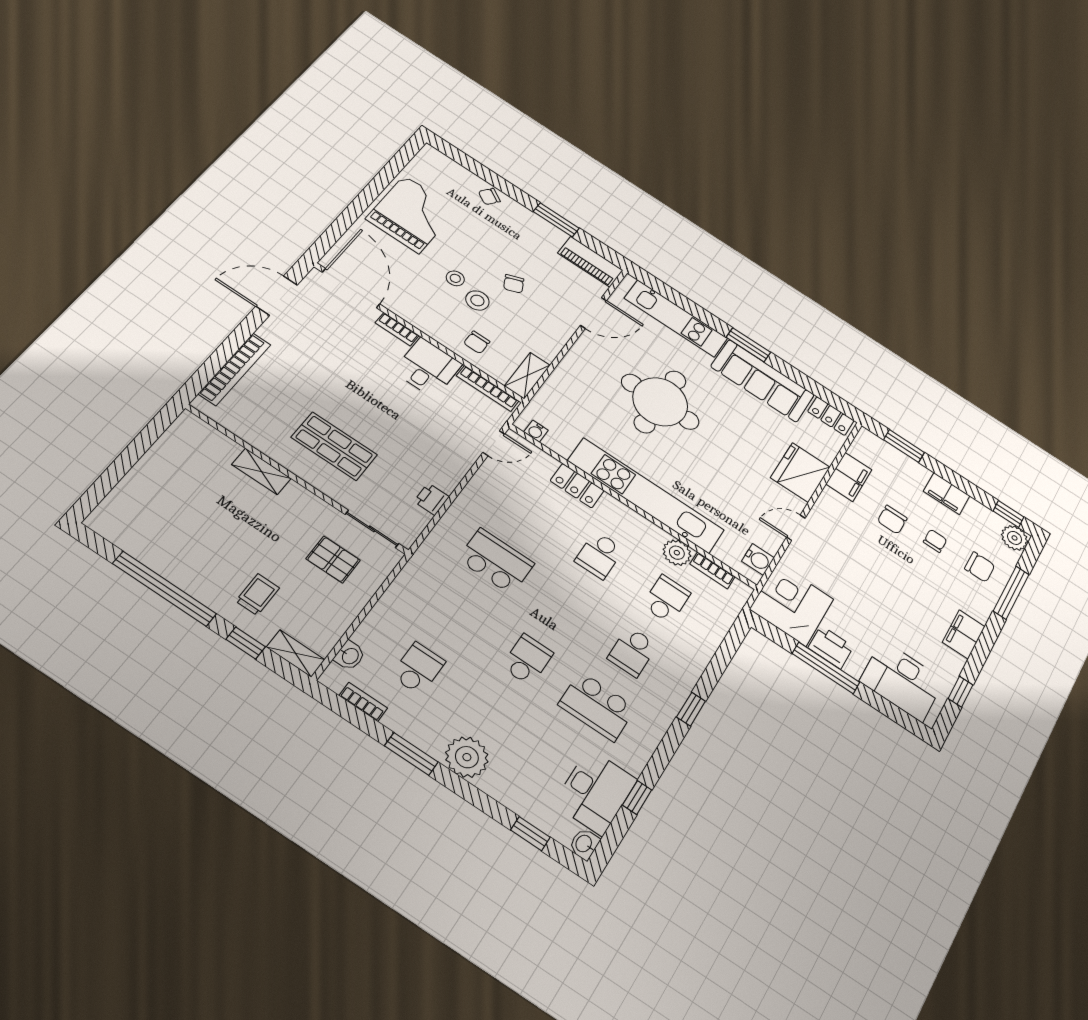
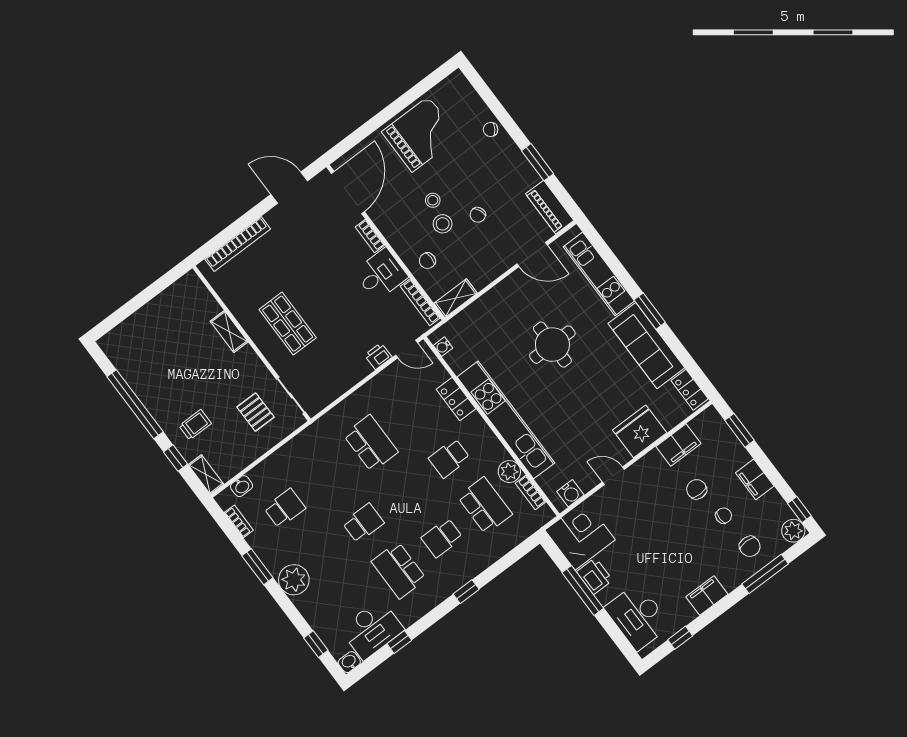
round table: (660, 402) -> (552, 345), width x0.73, depth x0.73
printer: (431, 499) -> (378, 356), moved
chair: (892, 520) -> (697, 489), turned 90
school desk: (666, 599) -> (485, 505), width x1.85

